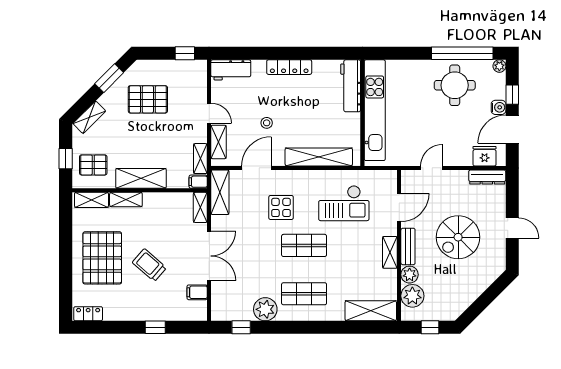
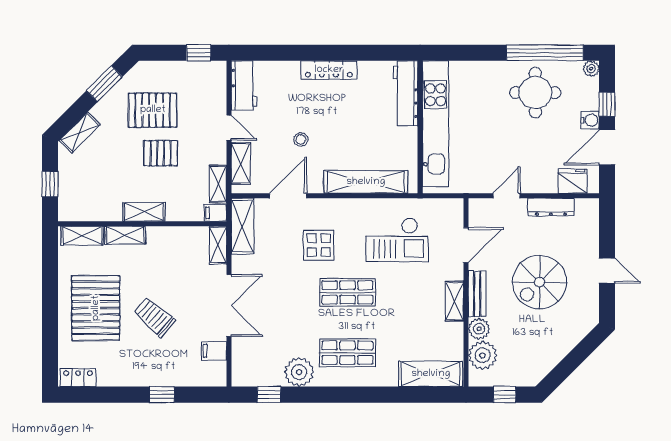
workbench: (231, 70) -> (244, 85), moved, turned -90
pallet: (93, 165) -> (161, 153), moved
dresser: (487, 177) -> (551, 207), moved
shelving: (141, 178) -> (144, 212), width x0.67, depth x0.75

